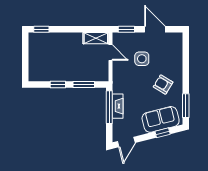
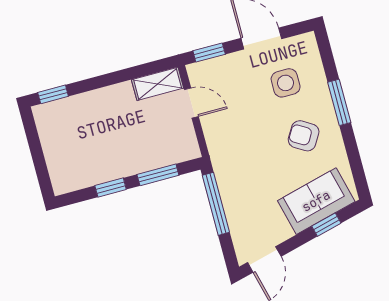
side table: (142, 59) -> (286, 83), moved
fireplace: (118, 106) -> (231, 198), removed
window: (186, 106) -> (339, 102), moved

